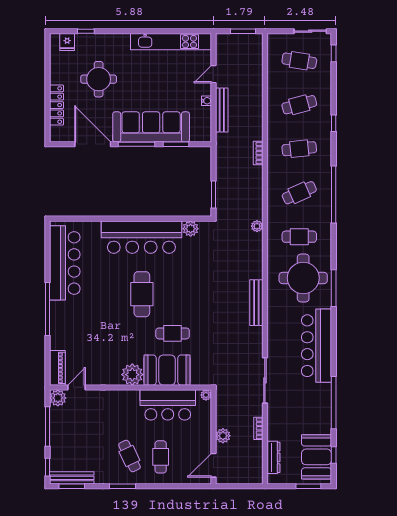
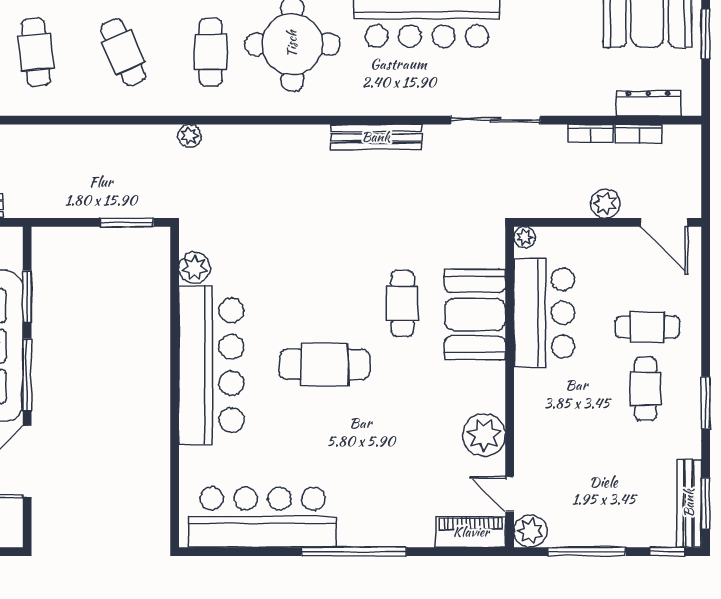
bookcase: (258, 153) -> (639, 134), moved
bench: (256, 303) -> (376, 137), moved
plant: (132, 375) -> (484, 435), moved
cafe table: (129, 456) -> (646, 389), turned -65

